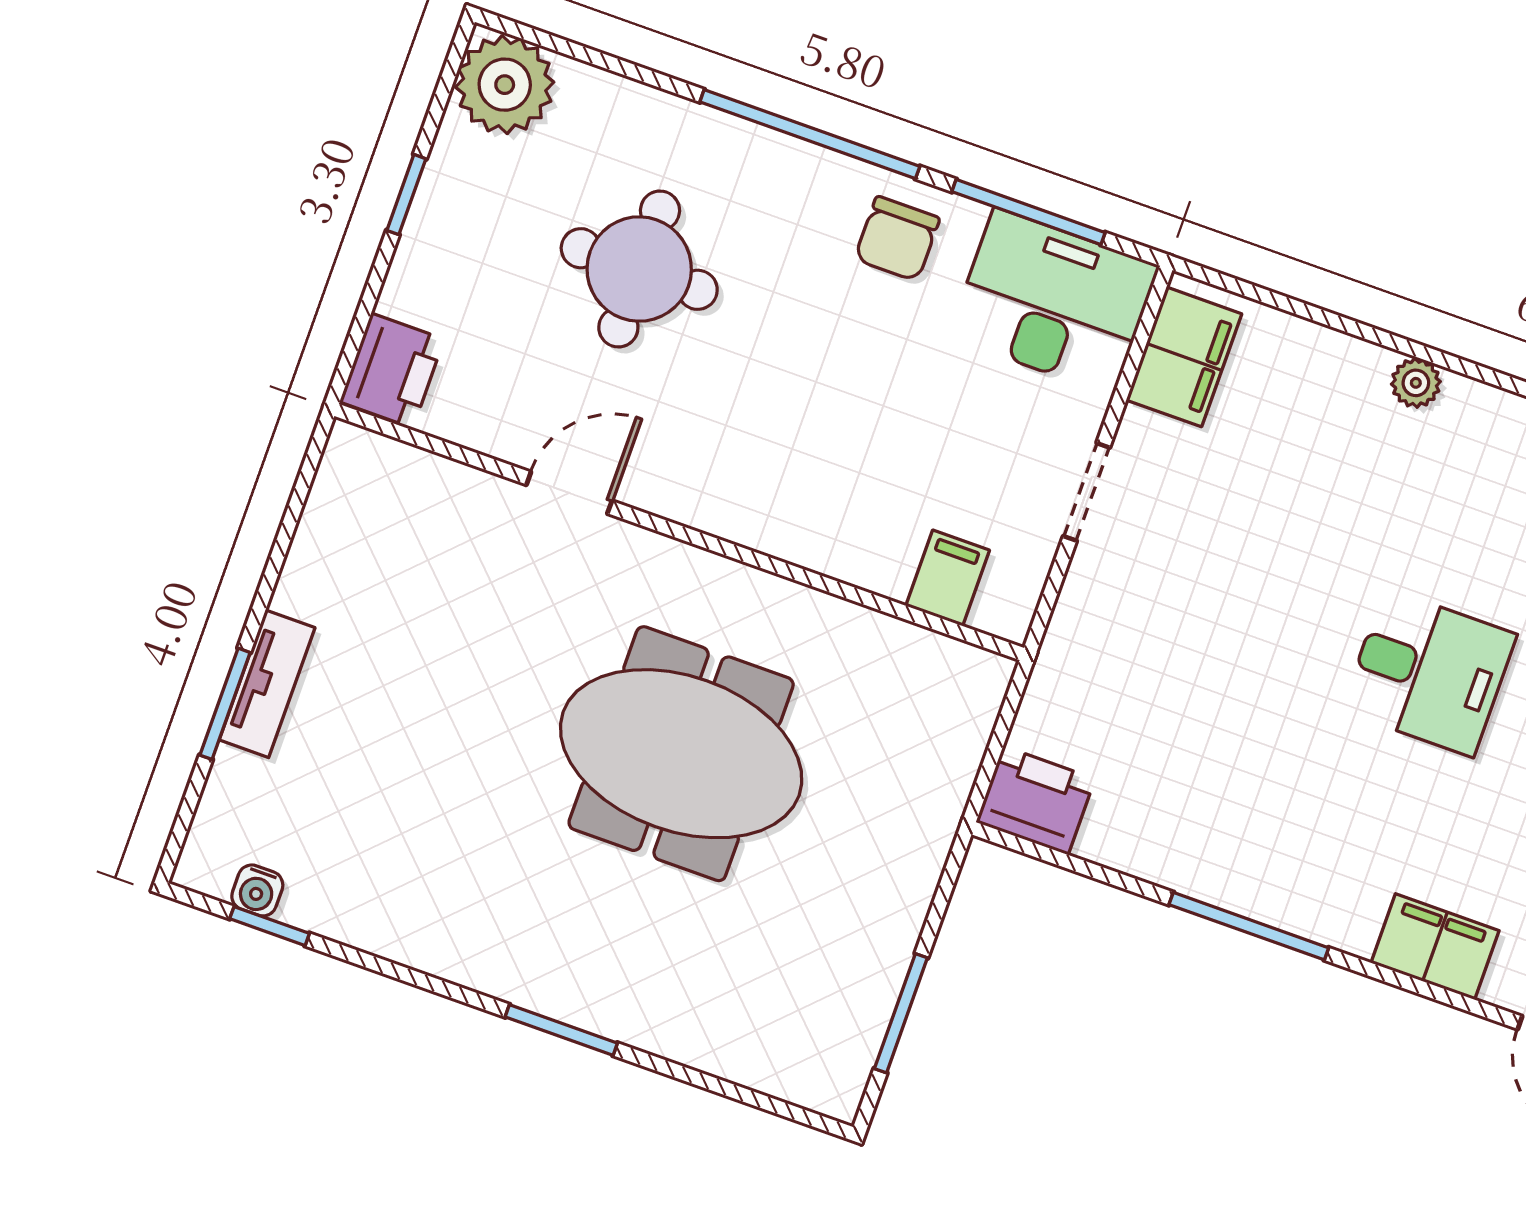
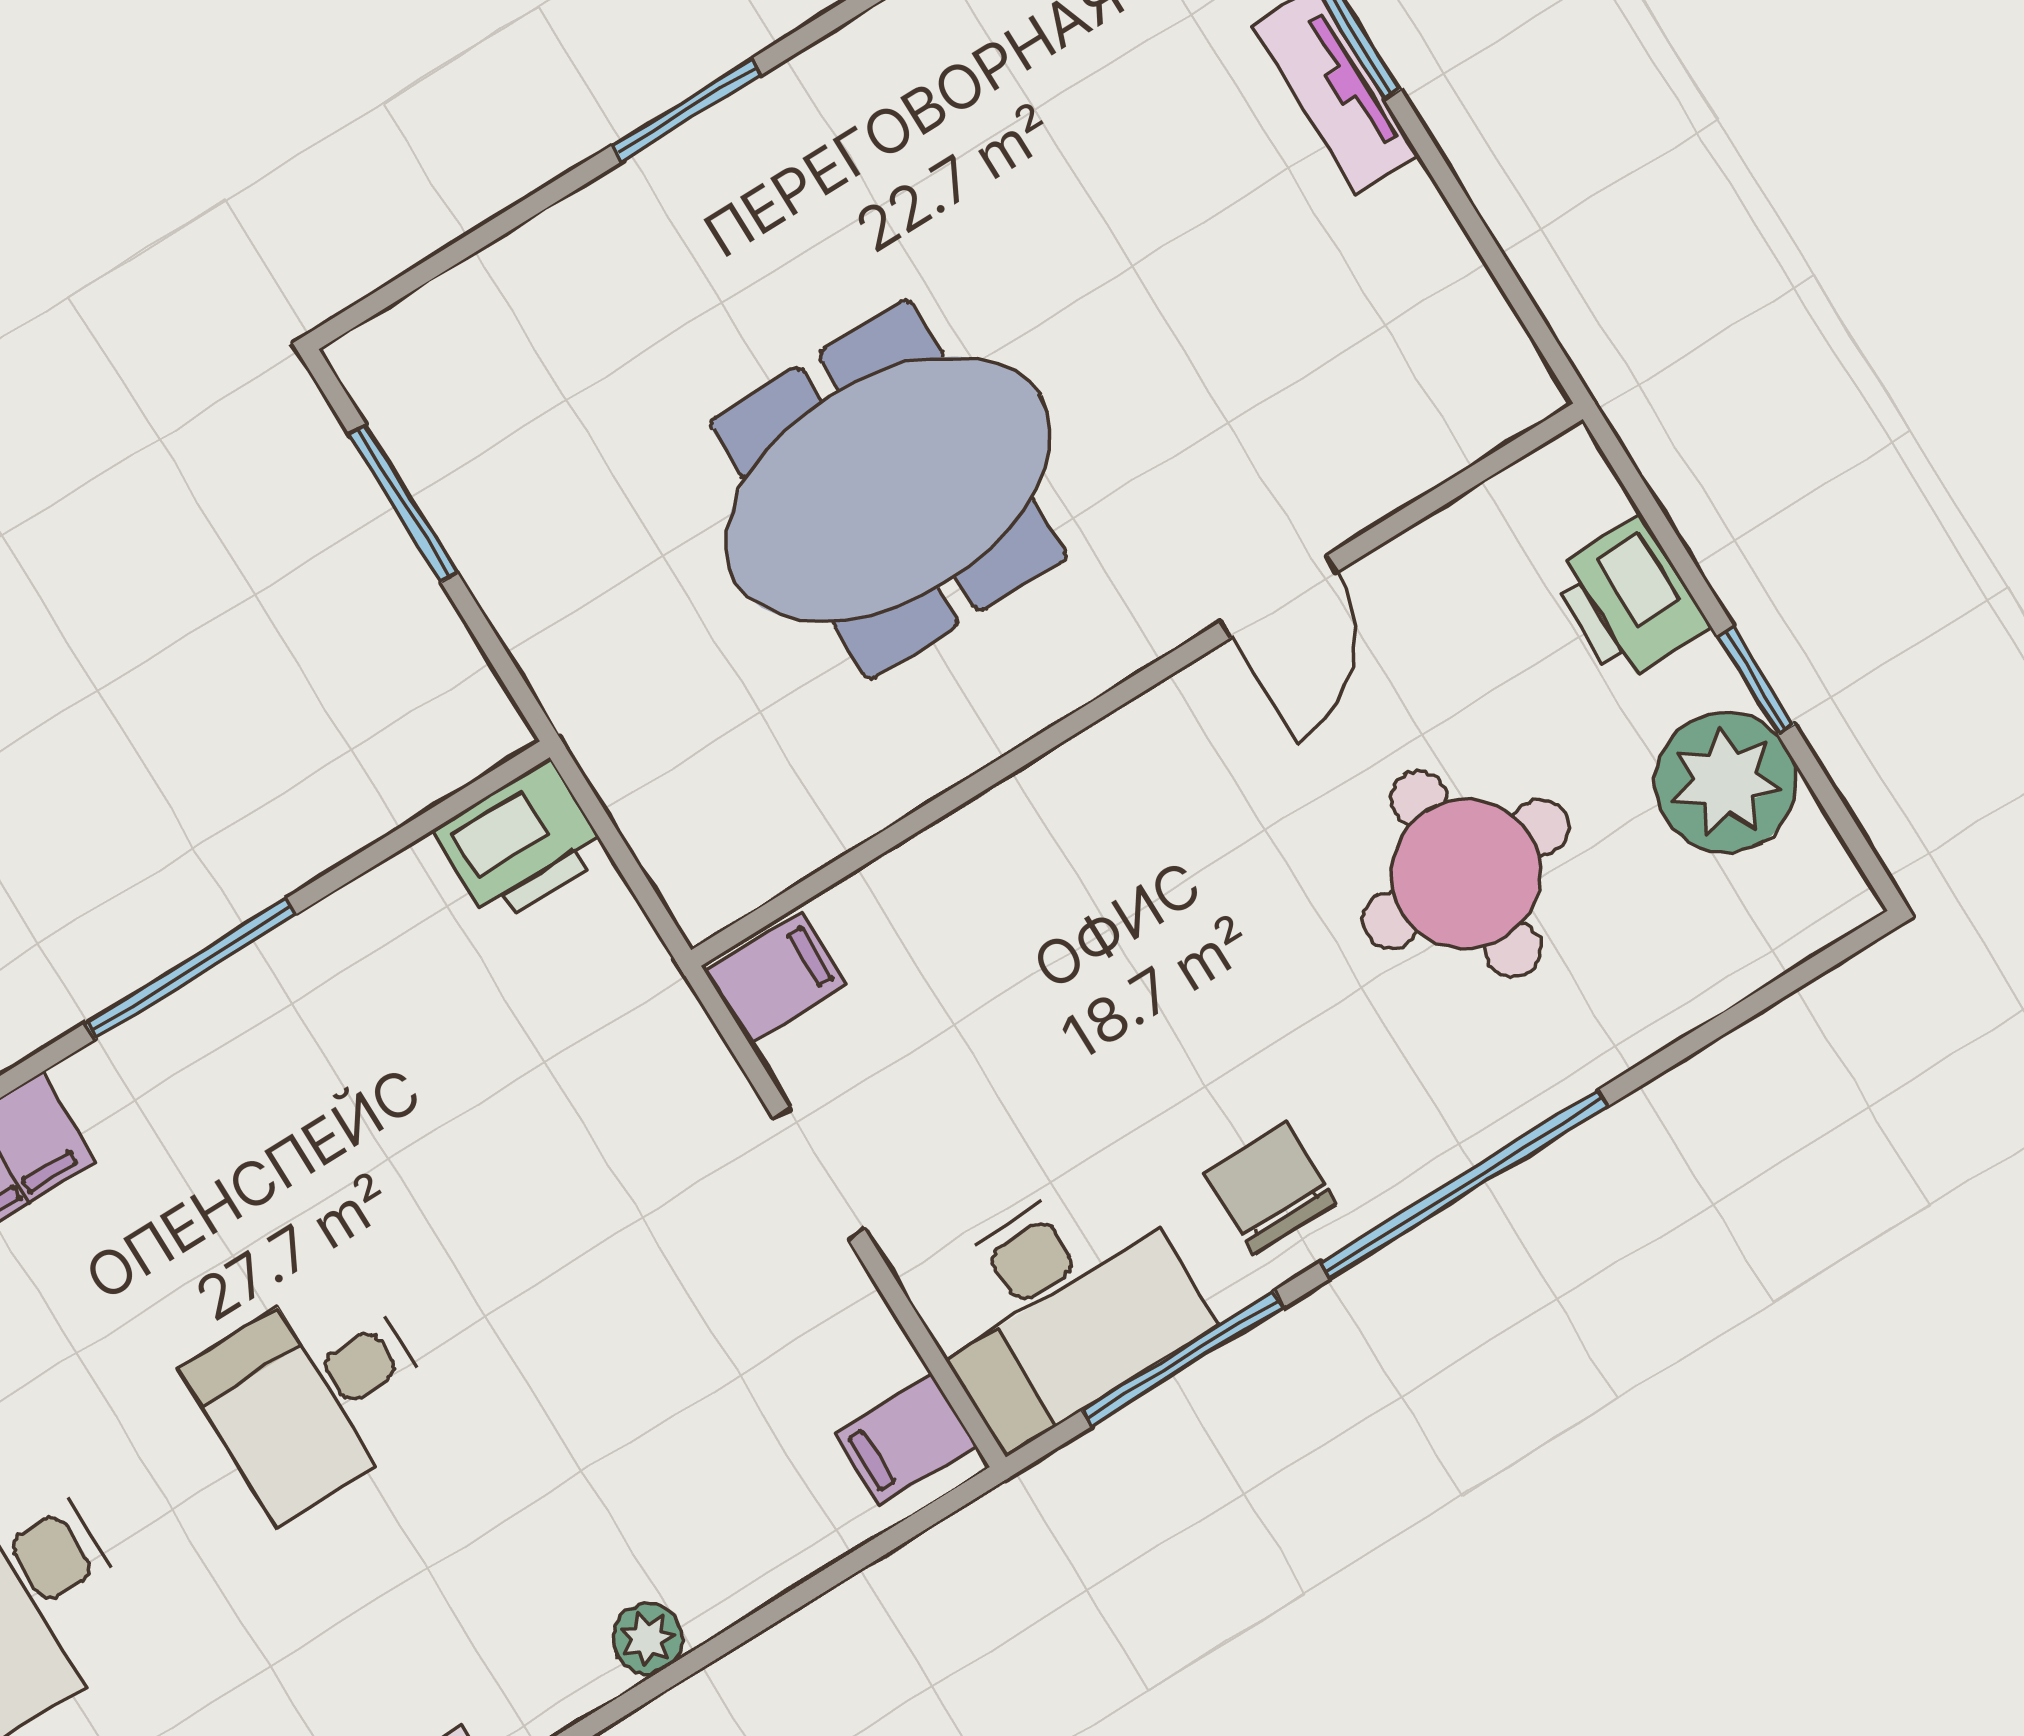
plant: (505, 85) -> (1726, 782), moved
filing cabinet: (1184, 357) -> (906, 1439), width x0.50
printer: (392, 370) -> (1629, 599), moved
filing cabinet: (948, 578) -> (776, 978), moved, turned -90

